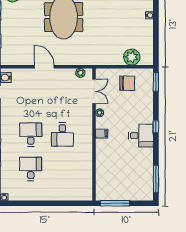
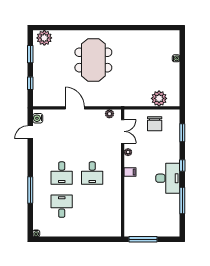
window: (156, 82) -> (182, 133), moved
chair: (127, 83) -> (155, 124), turned 90
desk: (31, 134) -> (62, 173), turned 180
desk: (141, 136) -> (168, 178), width x1.37
window: (156, 179) -> (182, 200), moved

